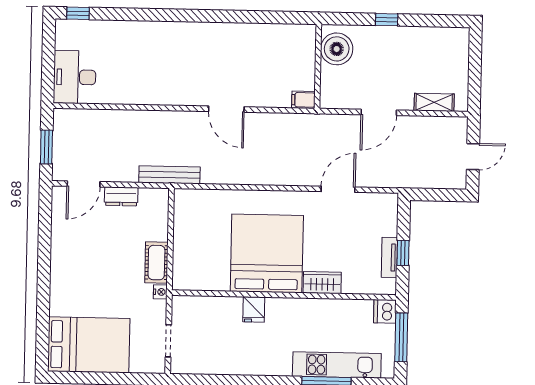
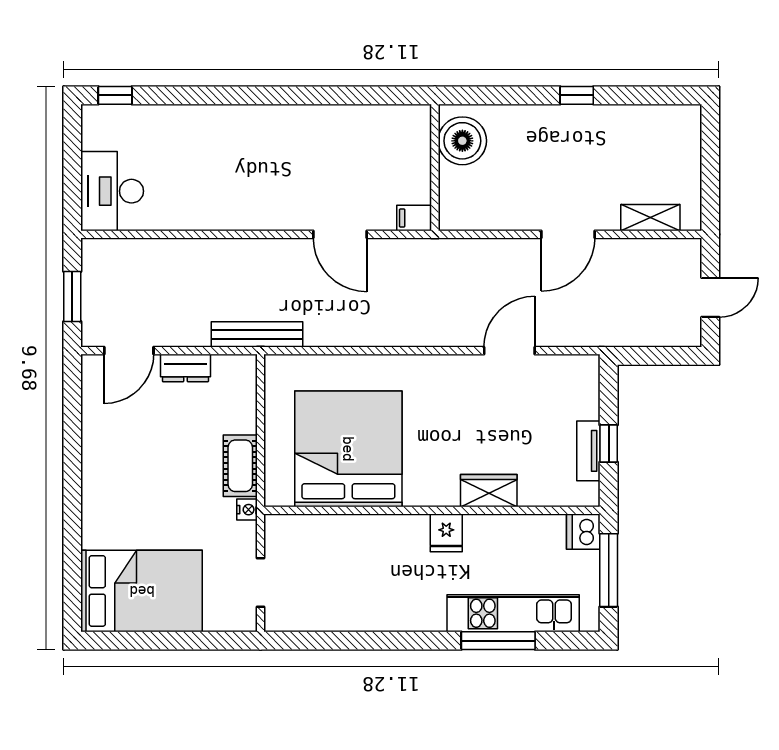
boiler: (337, 49) -> (462, 141), moved
wall: (318, 66) -> (435, 168), moved
filing cabinet: (303, 100) -> (414, 218), moved
bed: (267, 254) -> (348, 449), moved
fridge: (254, 309) -> (446, 533), moved

